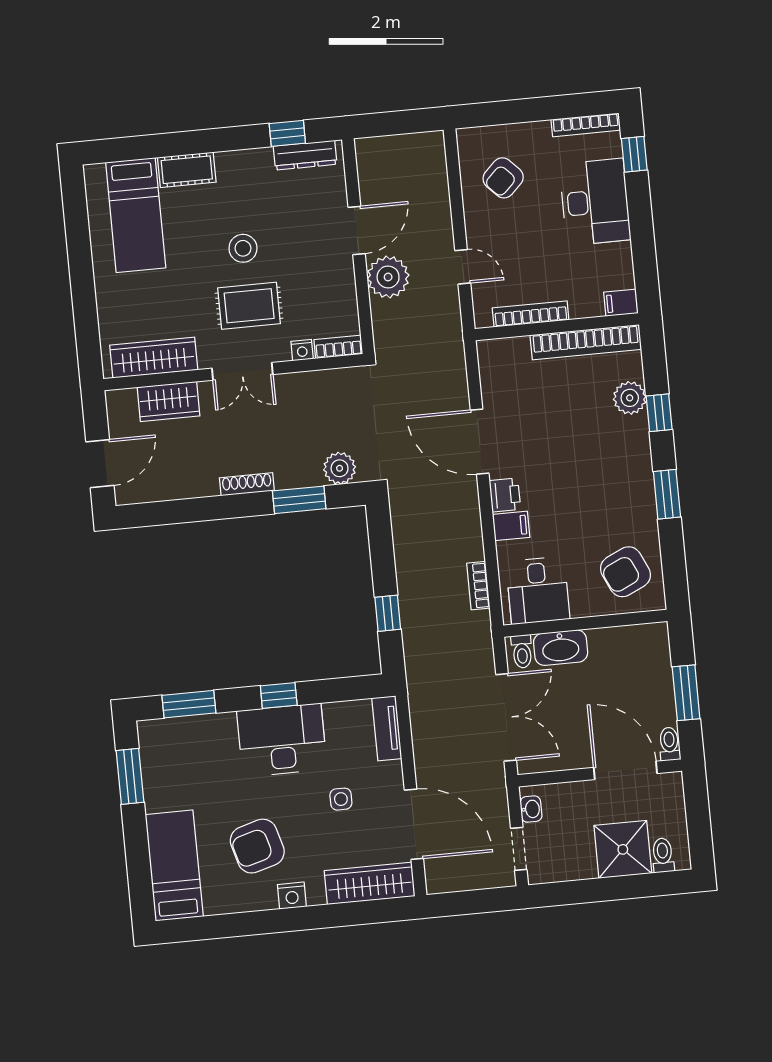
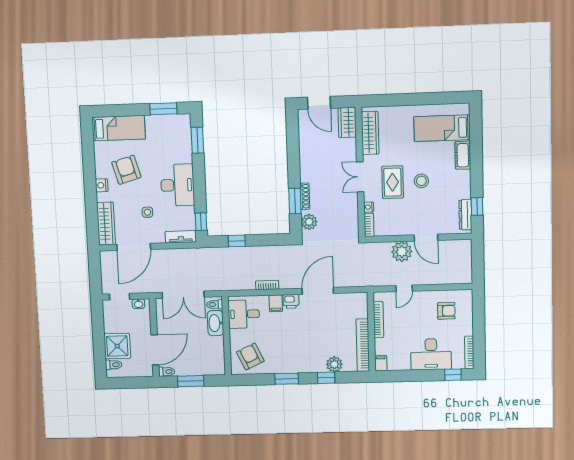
armchair: (503, 178) -> (446, 311), turned 134
wardrobe: (168, 402) -> (347, 122), moved
shoe rack: (247, 484) -> (305, 196), moved
bookcase: (478, 586) -> (267, 285), moved
window: (279, 696) -> (201, 222), moved

